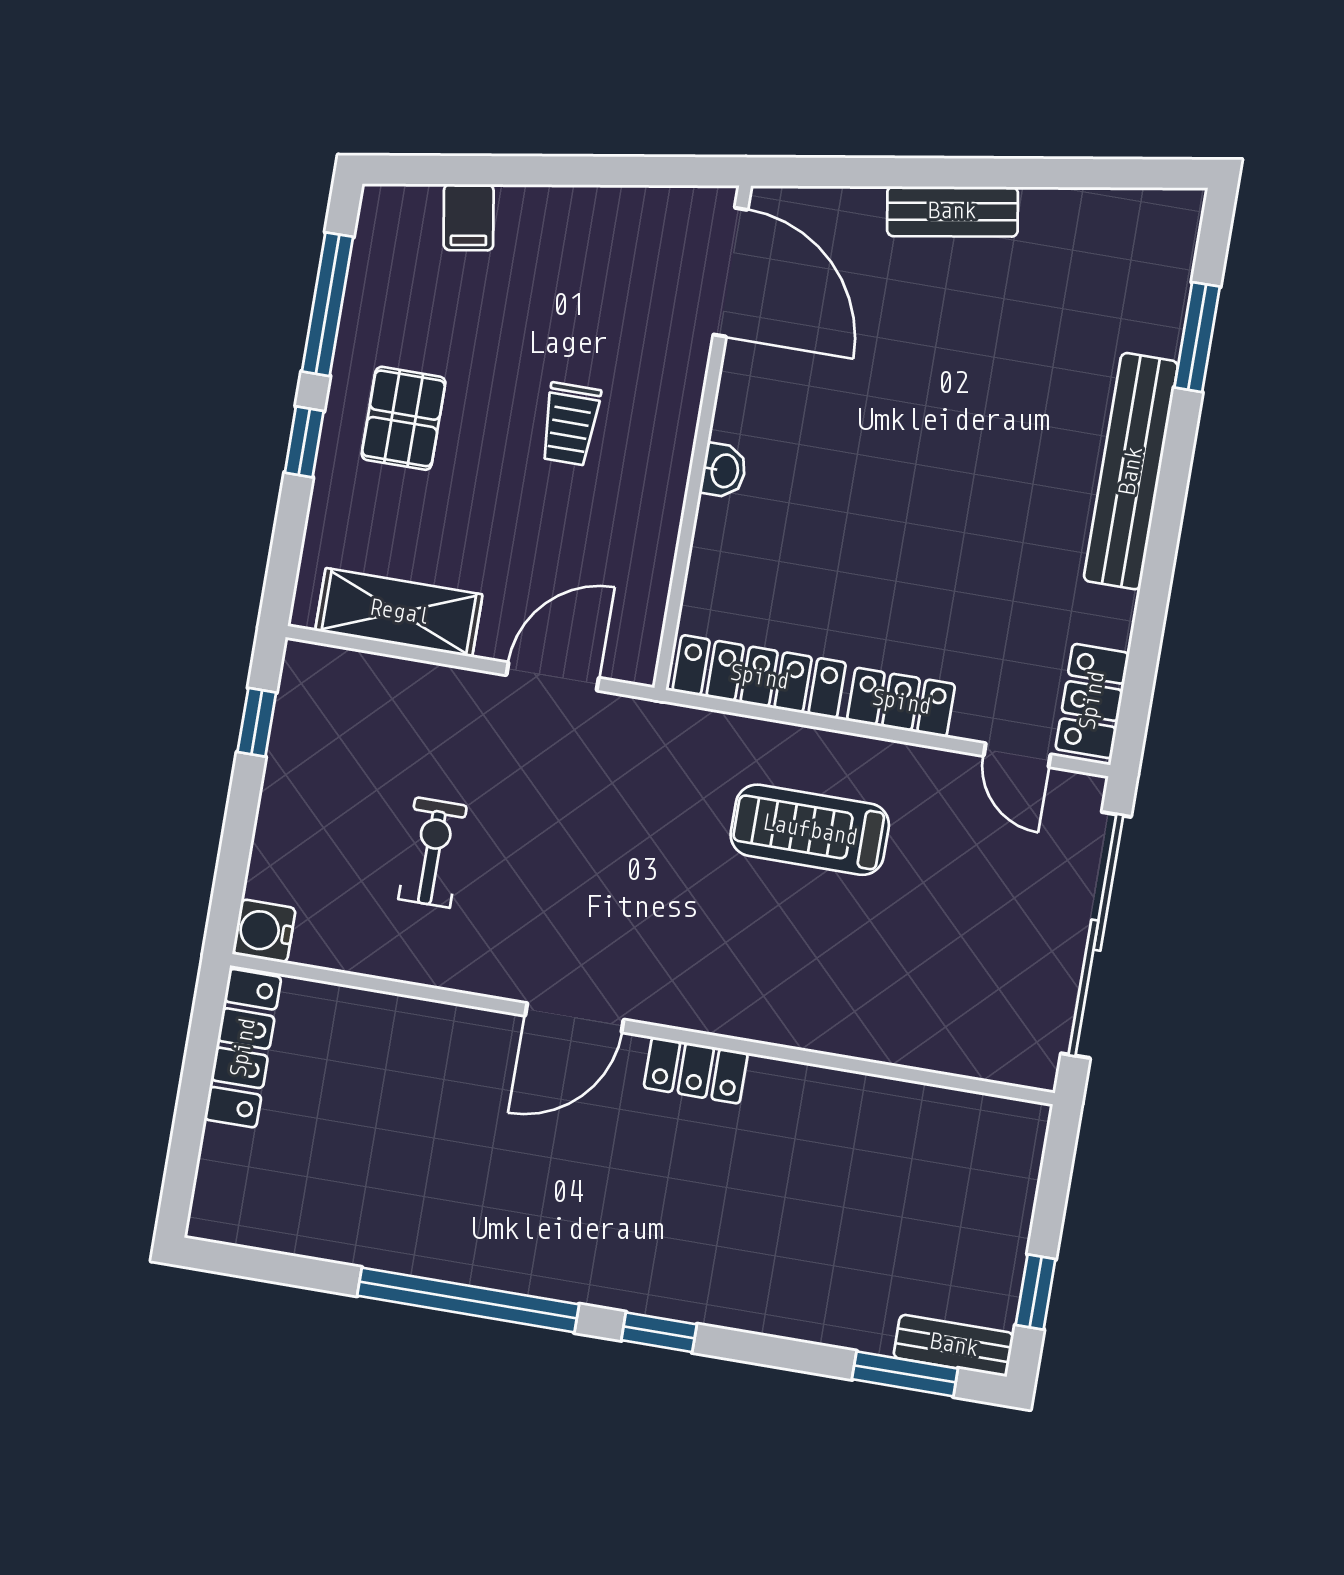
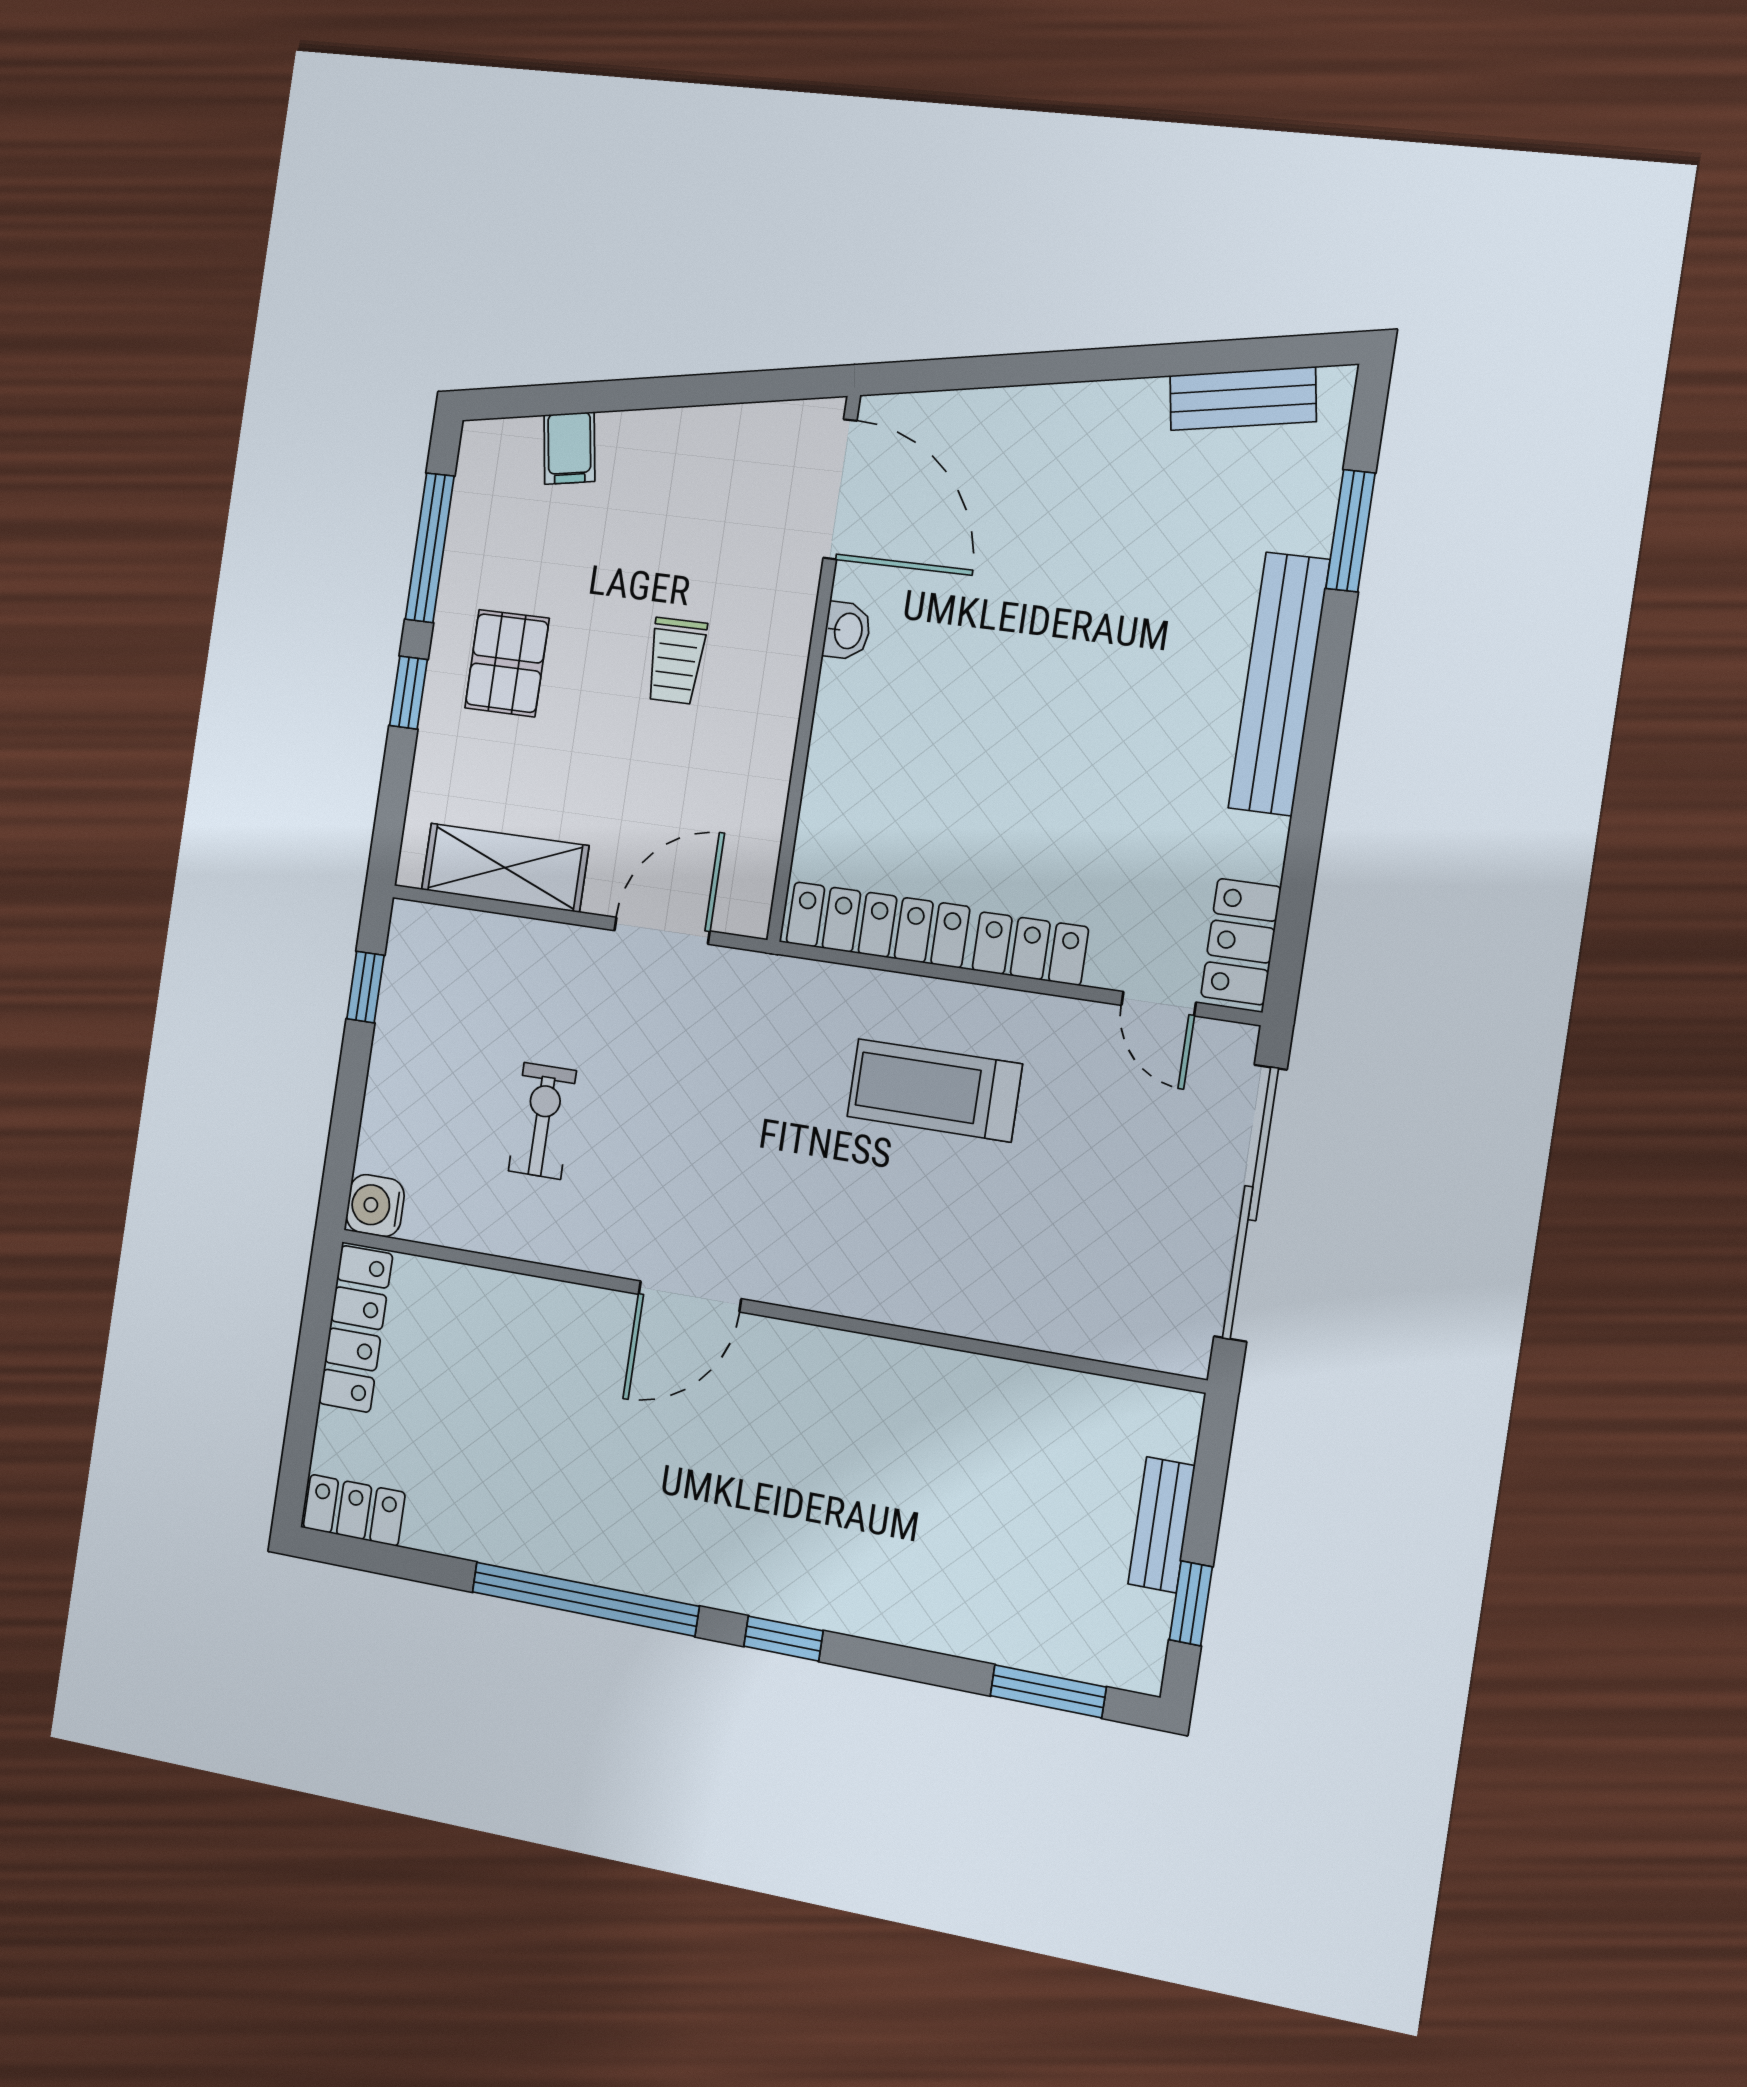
bench: (952, 211) -> (1243, 398), moved
washbasin: (724, 471) -> (847, 631), moved
locker: (696, 1070) -> (354, 1510), moved, turned 180
bench: (954, 1345) -> (1162, 1525), moved, turned 90

